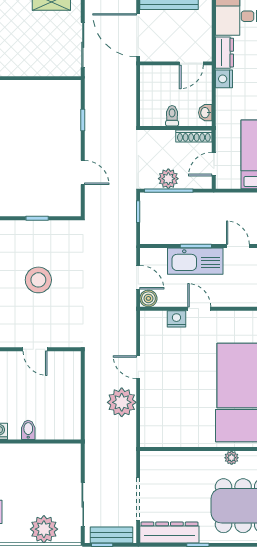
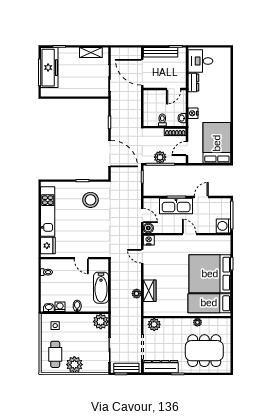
nightstand: (224, 79) -> (193, 113), moved
door: (83, 172) -> (109, 153), width x1.87
door: (238, 246) -> (201, 197), hinge flipped
stool: (38, 280) -> (91, 200), moved
door: (199, 309) -> (189, 234), moved
nightstand: (176, 319) -> (149, 240), moved
door: (138, 367) -> (142, 256), moved
bathtub: (69, 399) -> (101, 288), added
plant: (122, 402) -> (137, 294), width x0.53, depth x0.53
wardrobe: (151, 404) -> (150, 291), added
plant: (68, 456) -> (101, 322), added
plant: (158, 461) -> (154, 324), added
plant: (44, 529) -> (74, 365), moved

